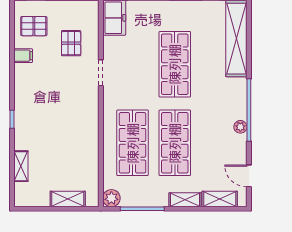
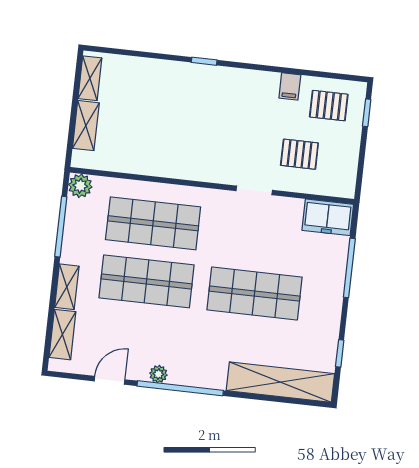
pallet: (34, 26) -> (329, 106), turned 90
shelving: (21, 166) -> (90, 78), moved, turned 90
door: (249, 176) -> (109, 380), moved

